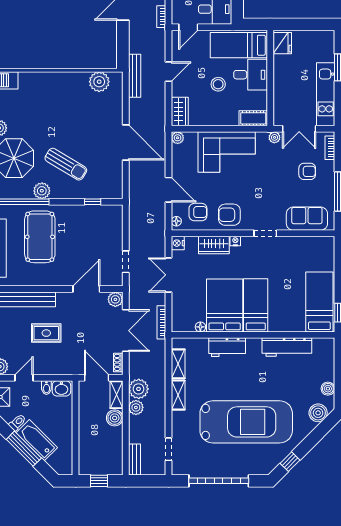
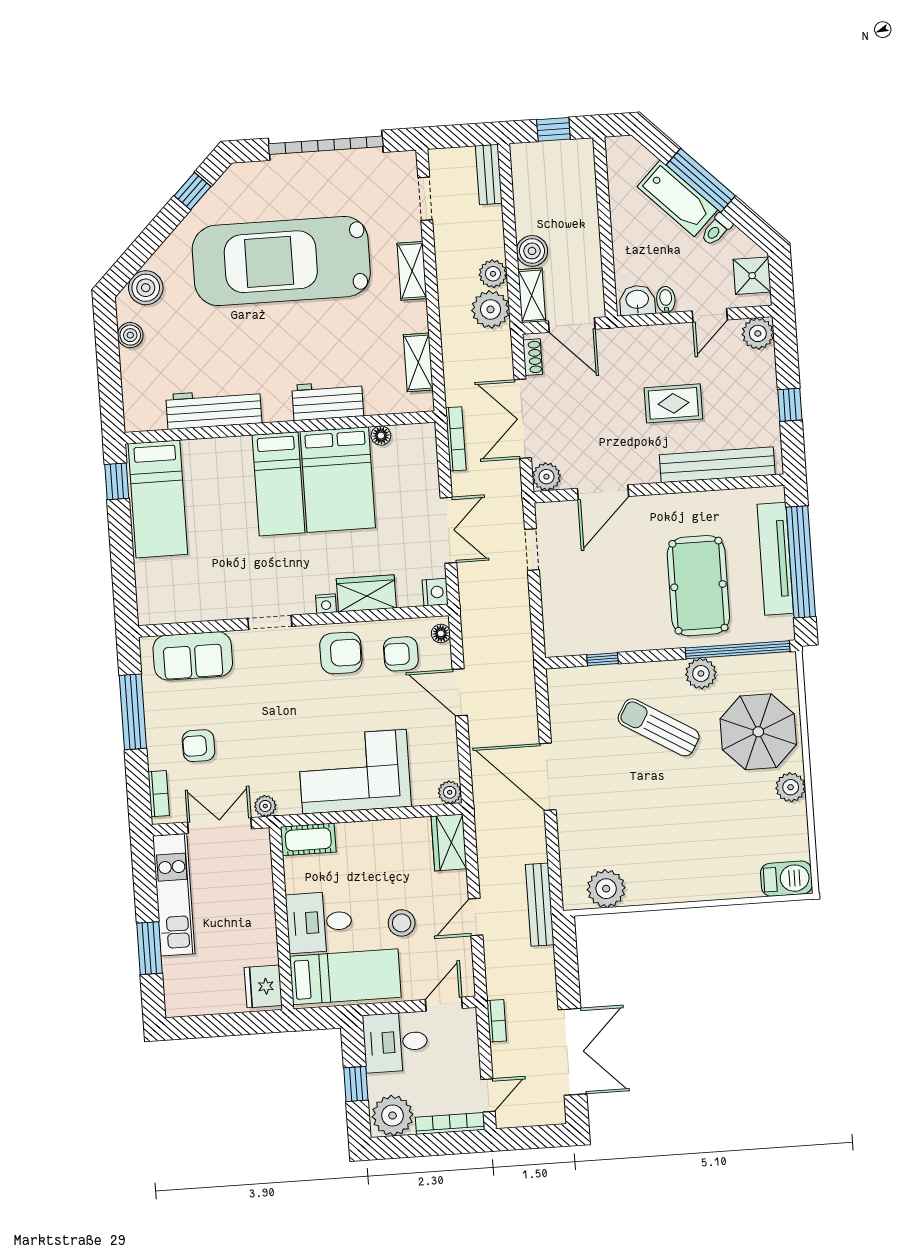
stool: (218, 84) -> (402, 923), moved
shelving: (178, 395) -> (412, 271), moved

